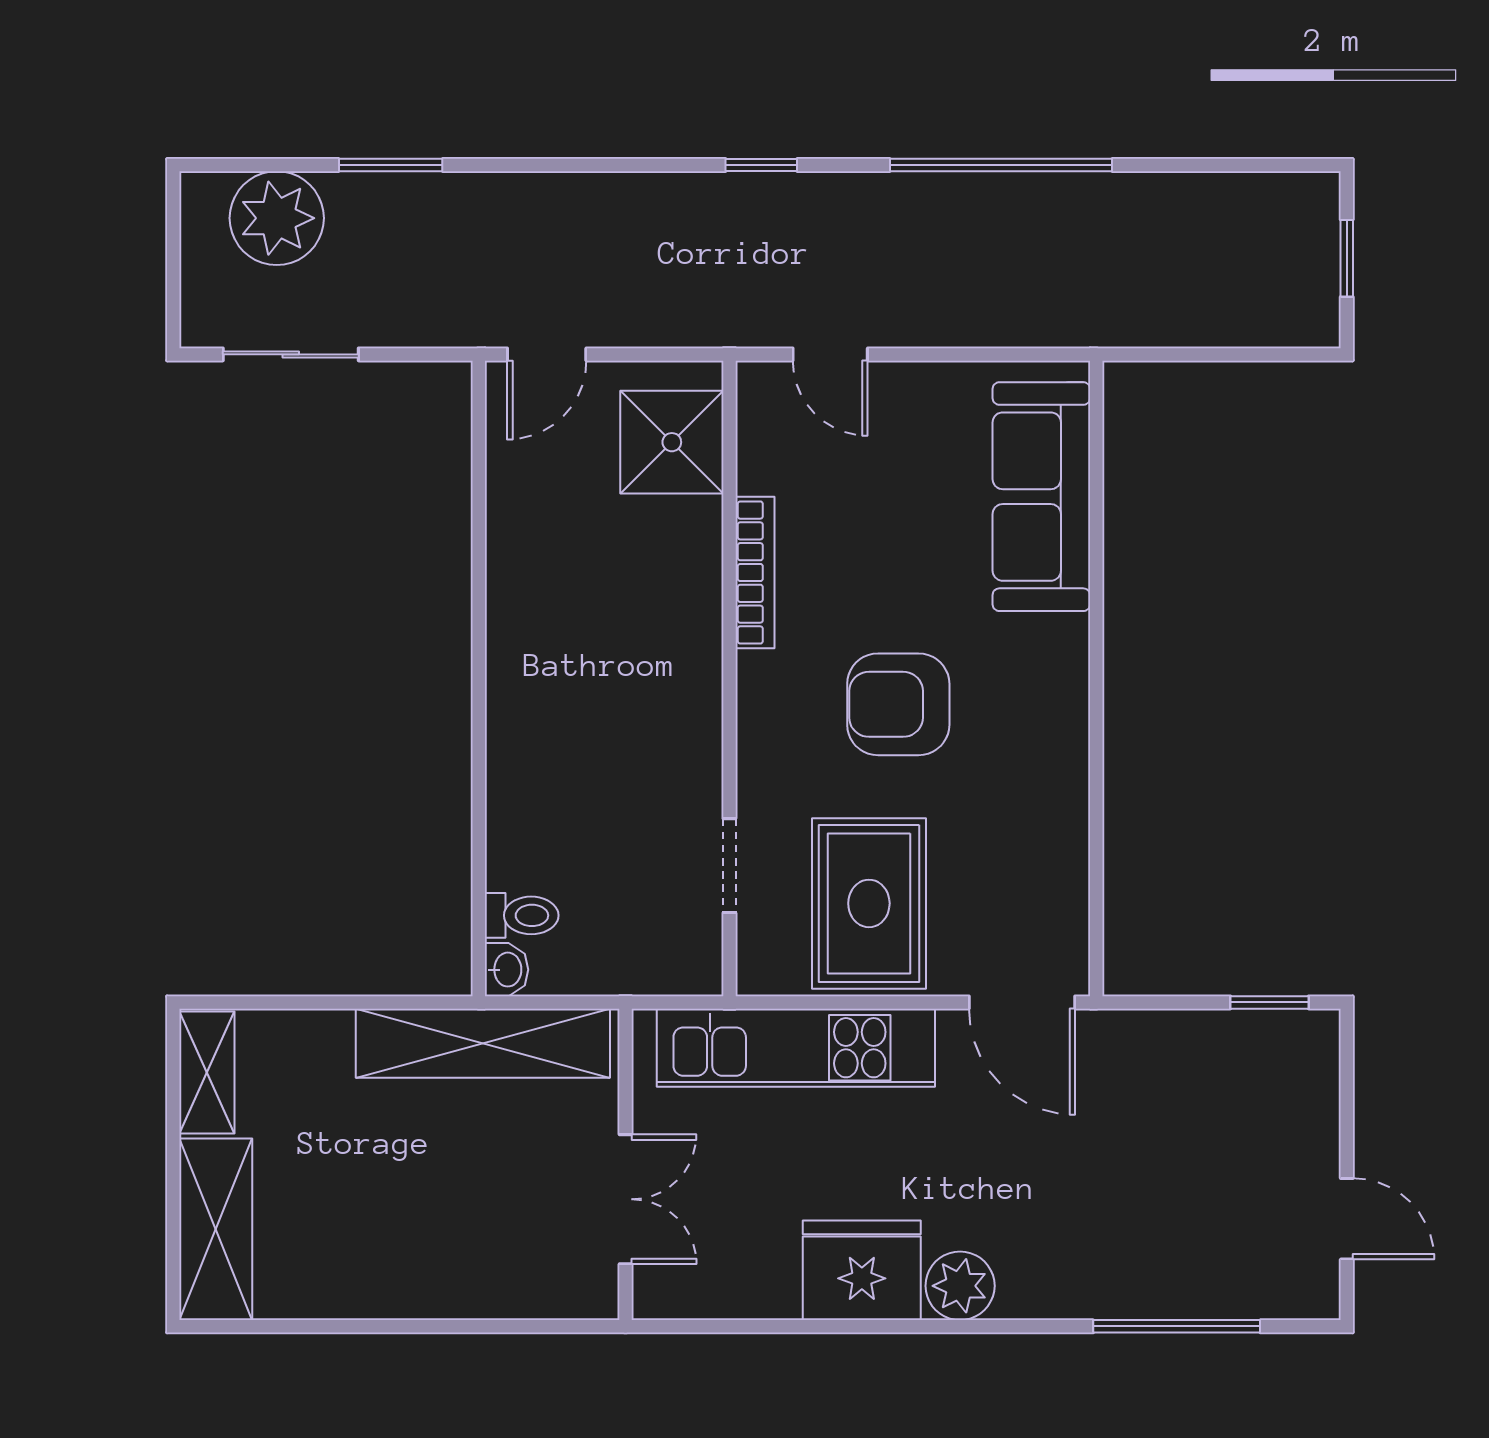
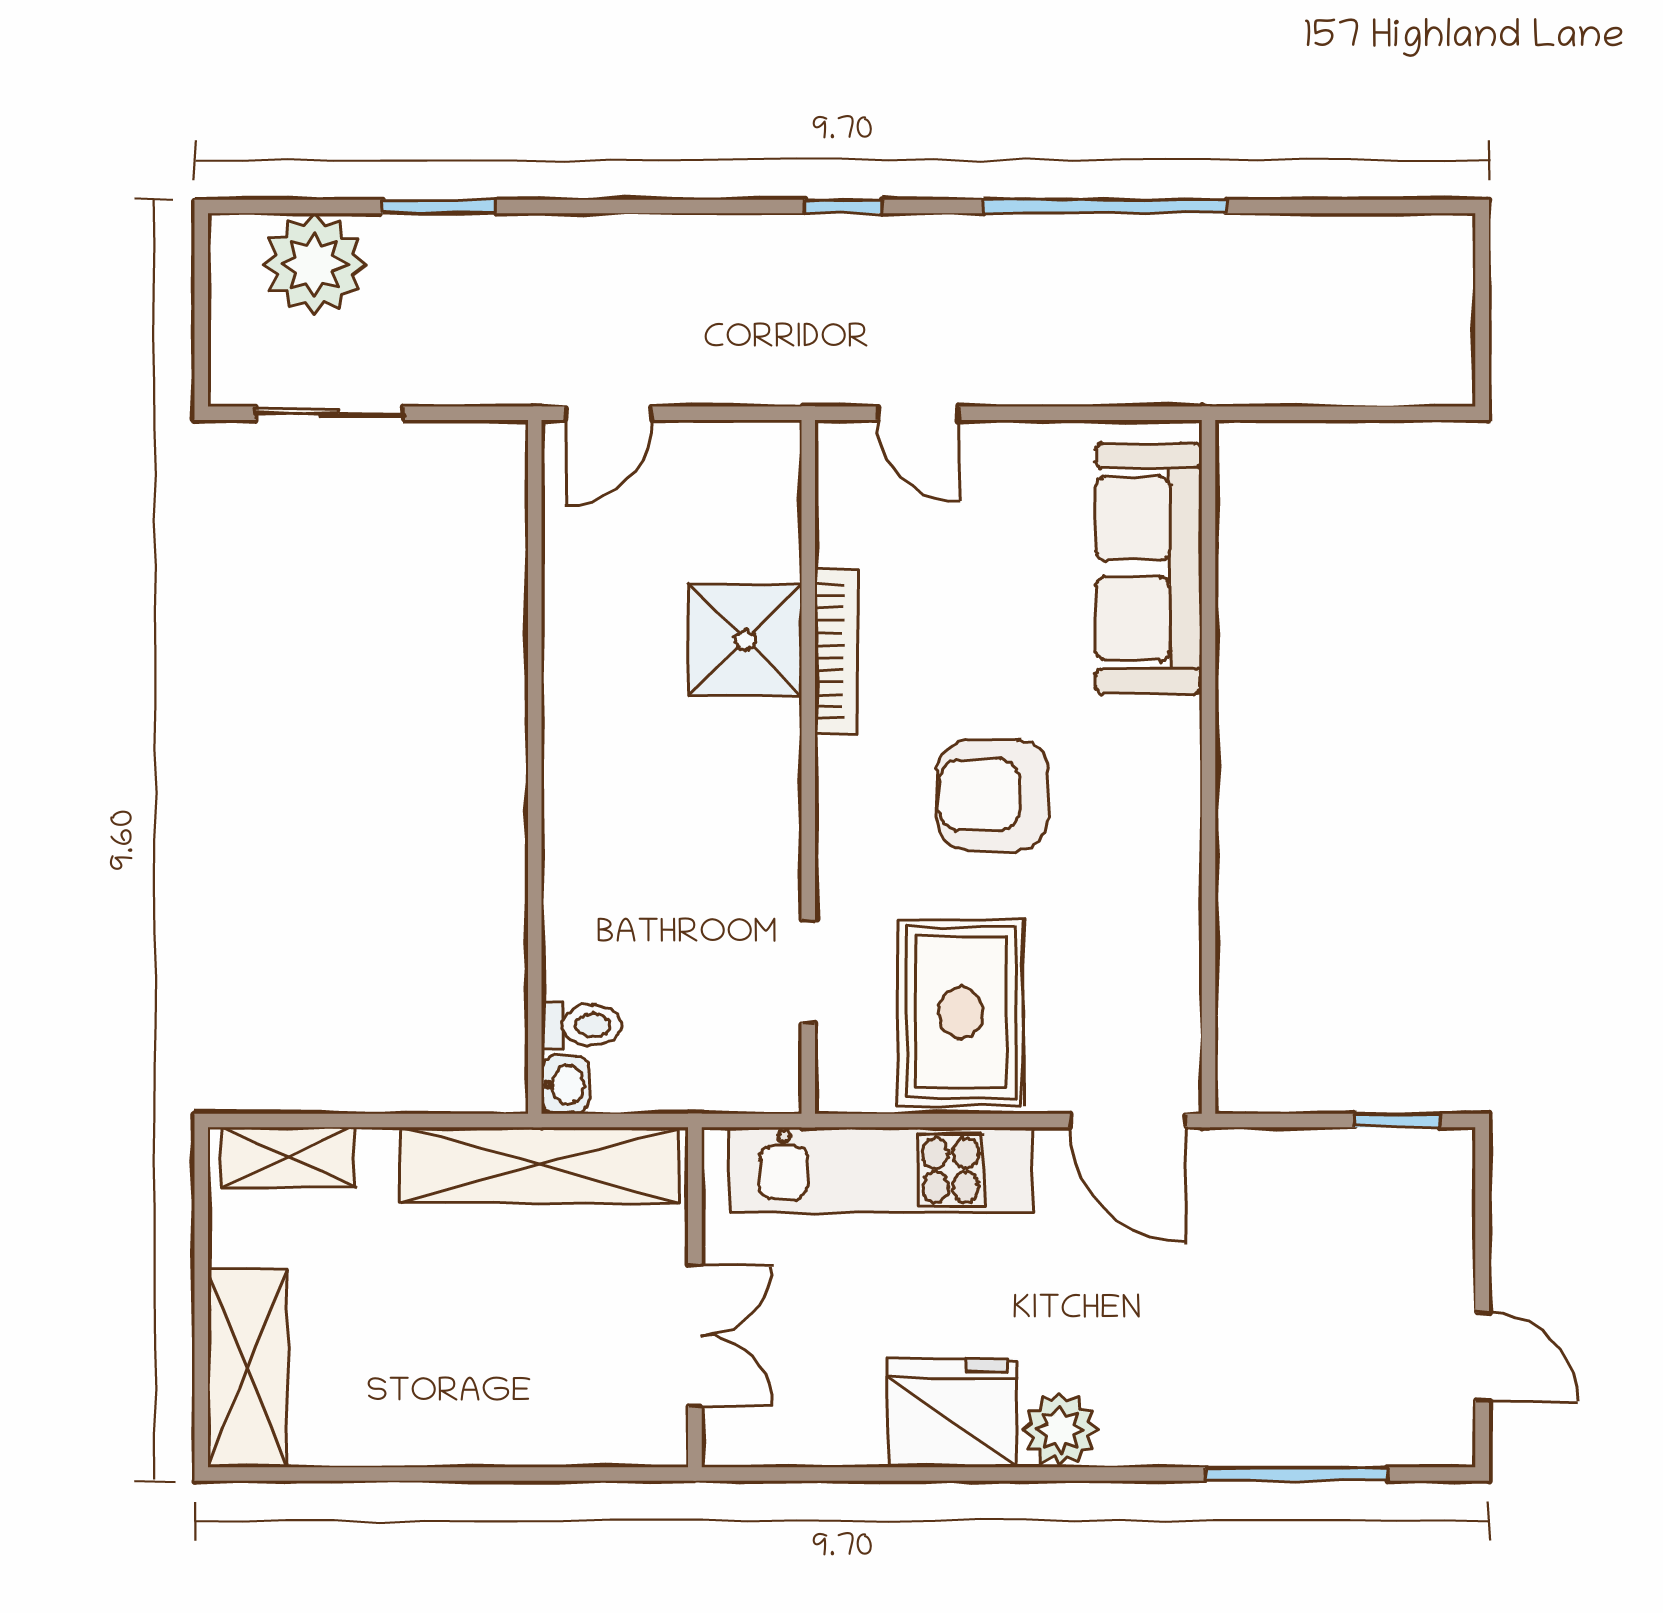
window: (1347, 258) -> (1482, 308), removed
shower: (672, 442) -> (745, 640), moved
shelving: (207, 1072) -> (288, 1157), moved, turned 90

